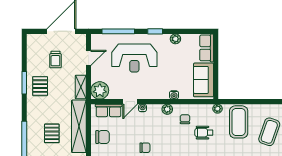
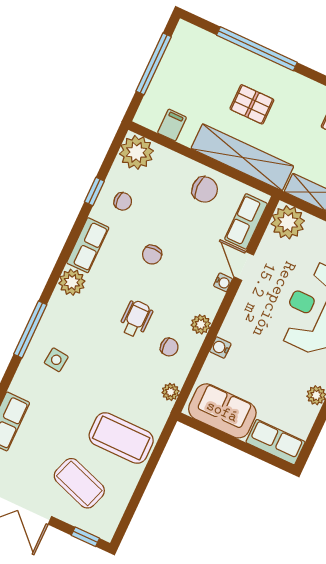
plant: (218, 109) -> (171, 392), moved
wheelchair: (204, 133) -> (136, 319), moved
chair: (102, 137) -> (205, 190), turned -90

